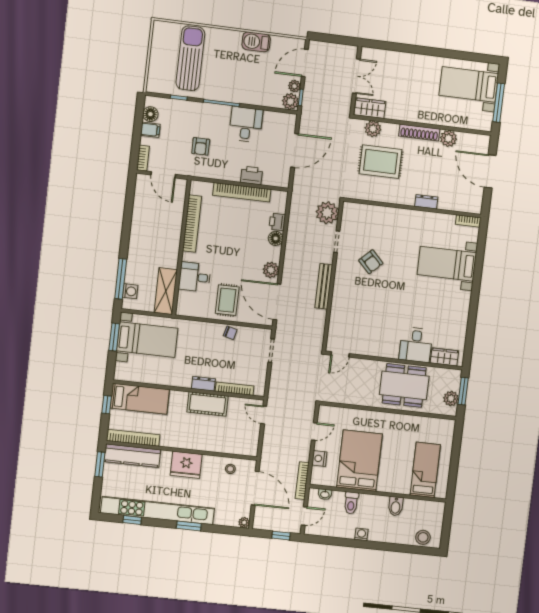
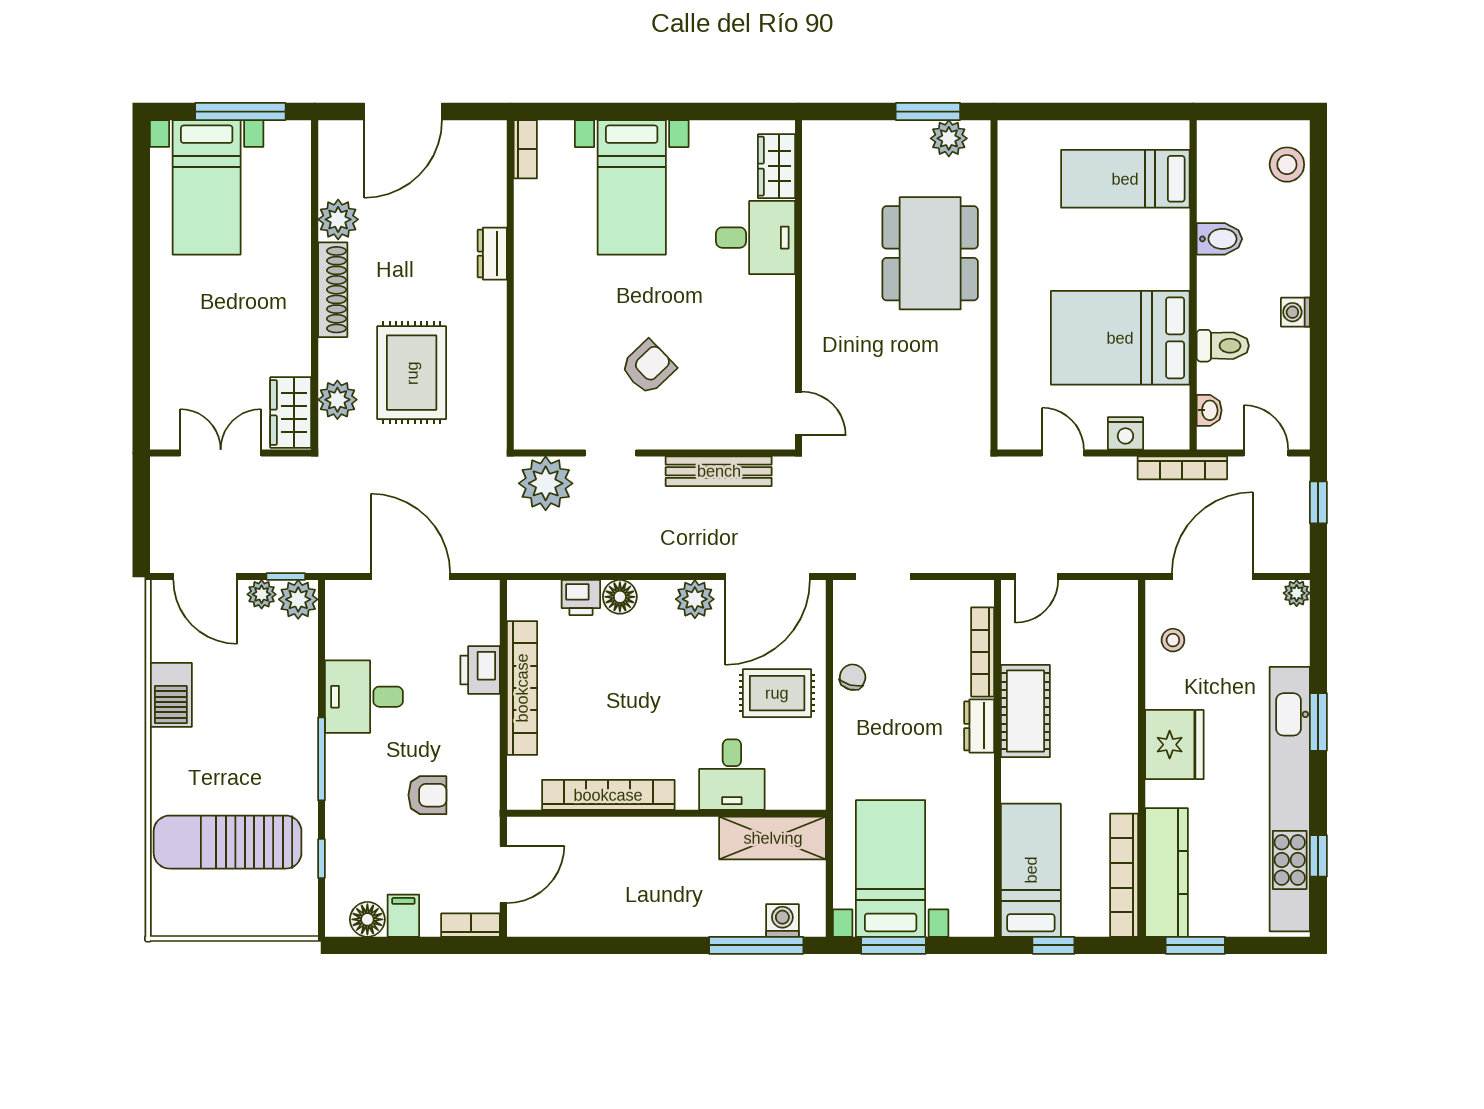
desk: (416, 345) -> (755, 238), moved
door: (340, 354) -> (798, 413), moved
wardrobe: (444, 357) -> (776, 166), moved
wall: (394, 360) -> (798, 285), moved

